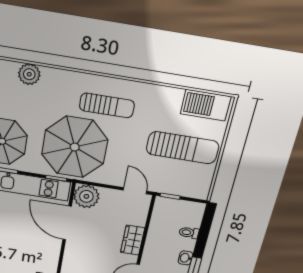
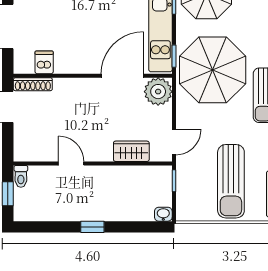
toilet: (189, 233) -> (134, 211), removed
wardrobe: (133, 240) -> (131, 151), moved
washbasin: (185, 258) -> (163, 214), moved

